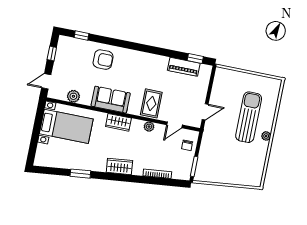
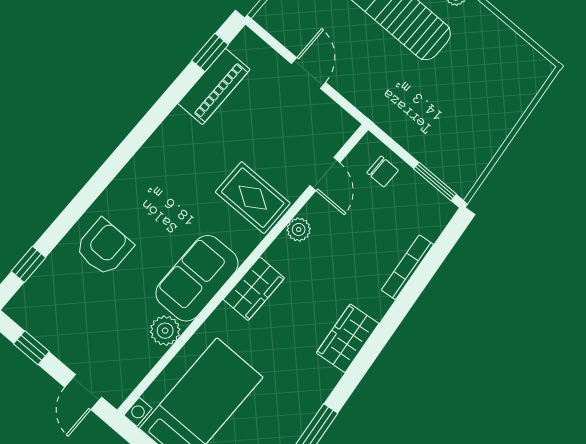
plant: (73, 96) -> (165, 331), moved
door: (205, 112) -> (309, 73), moved

